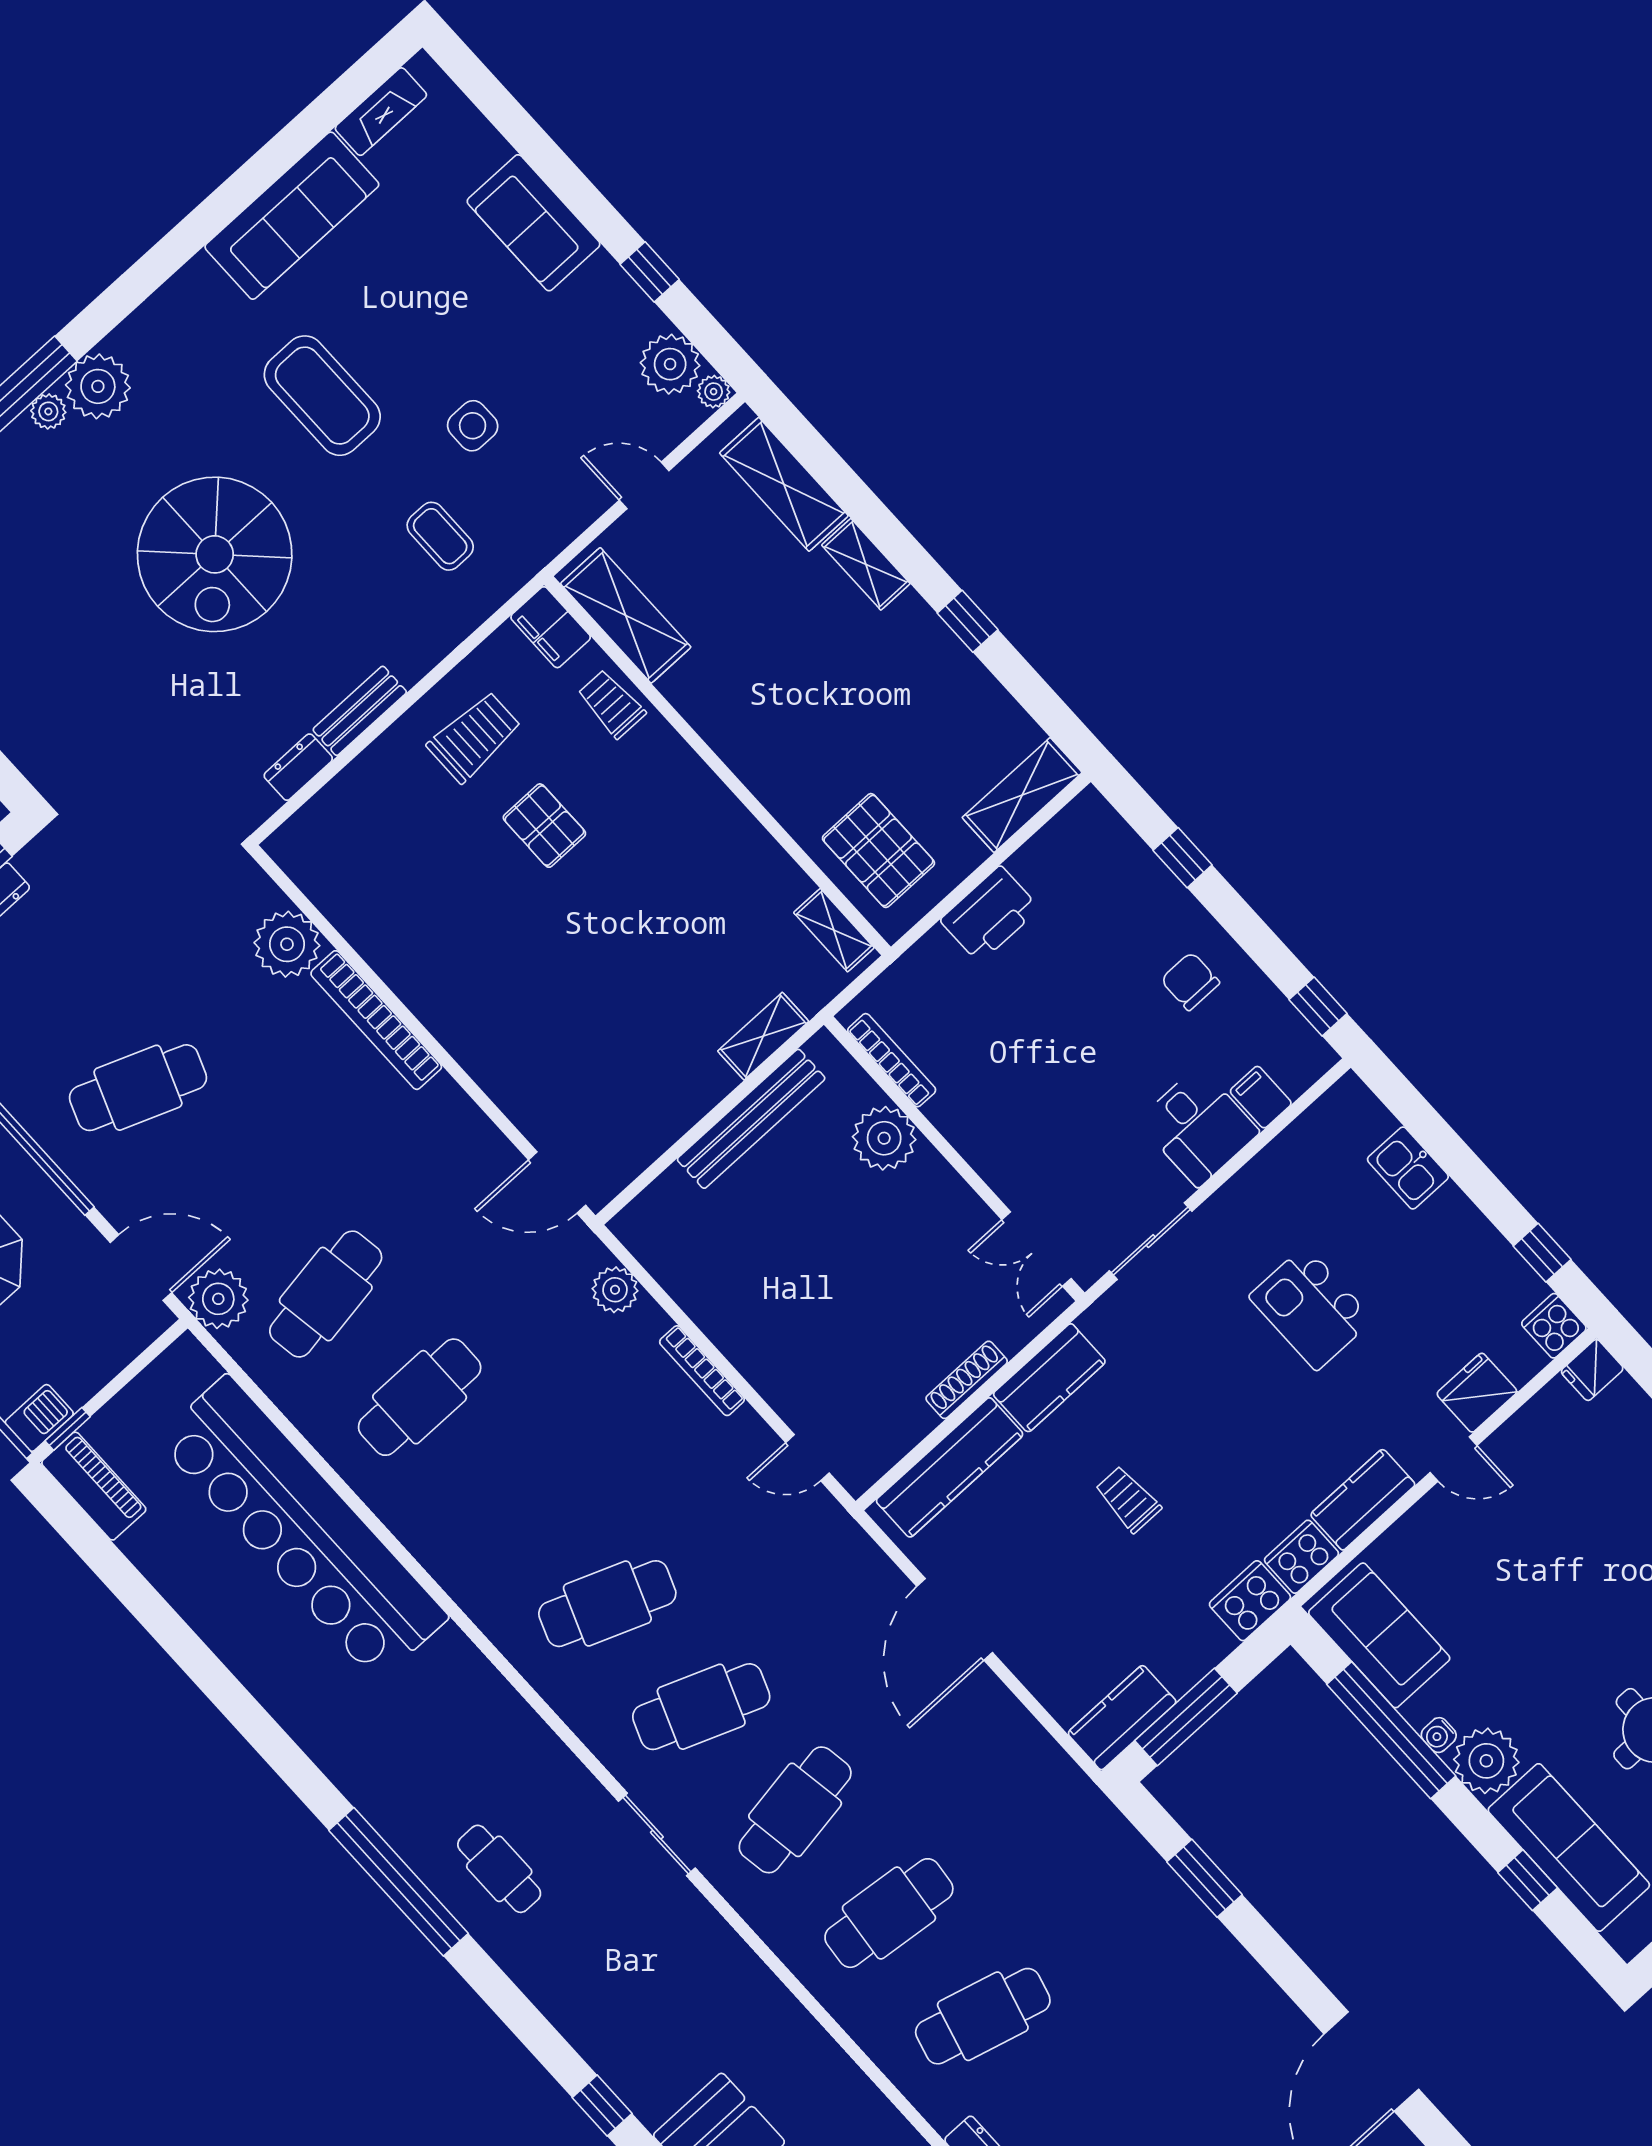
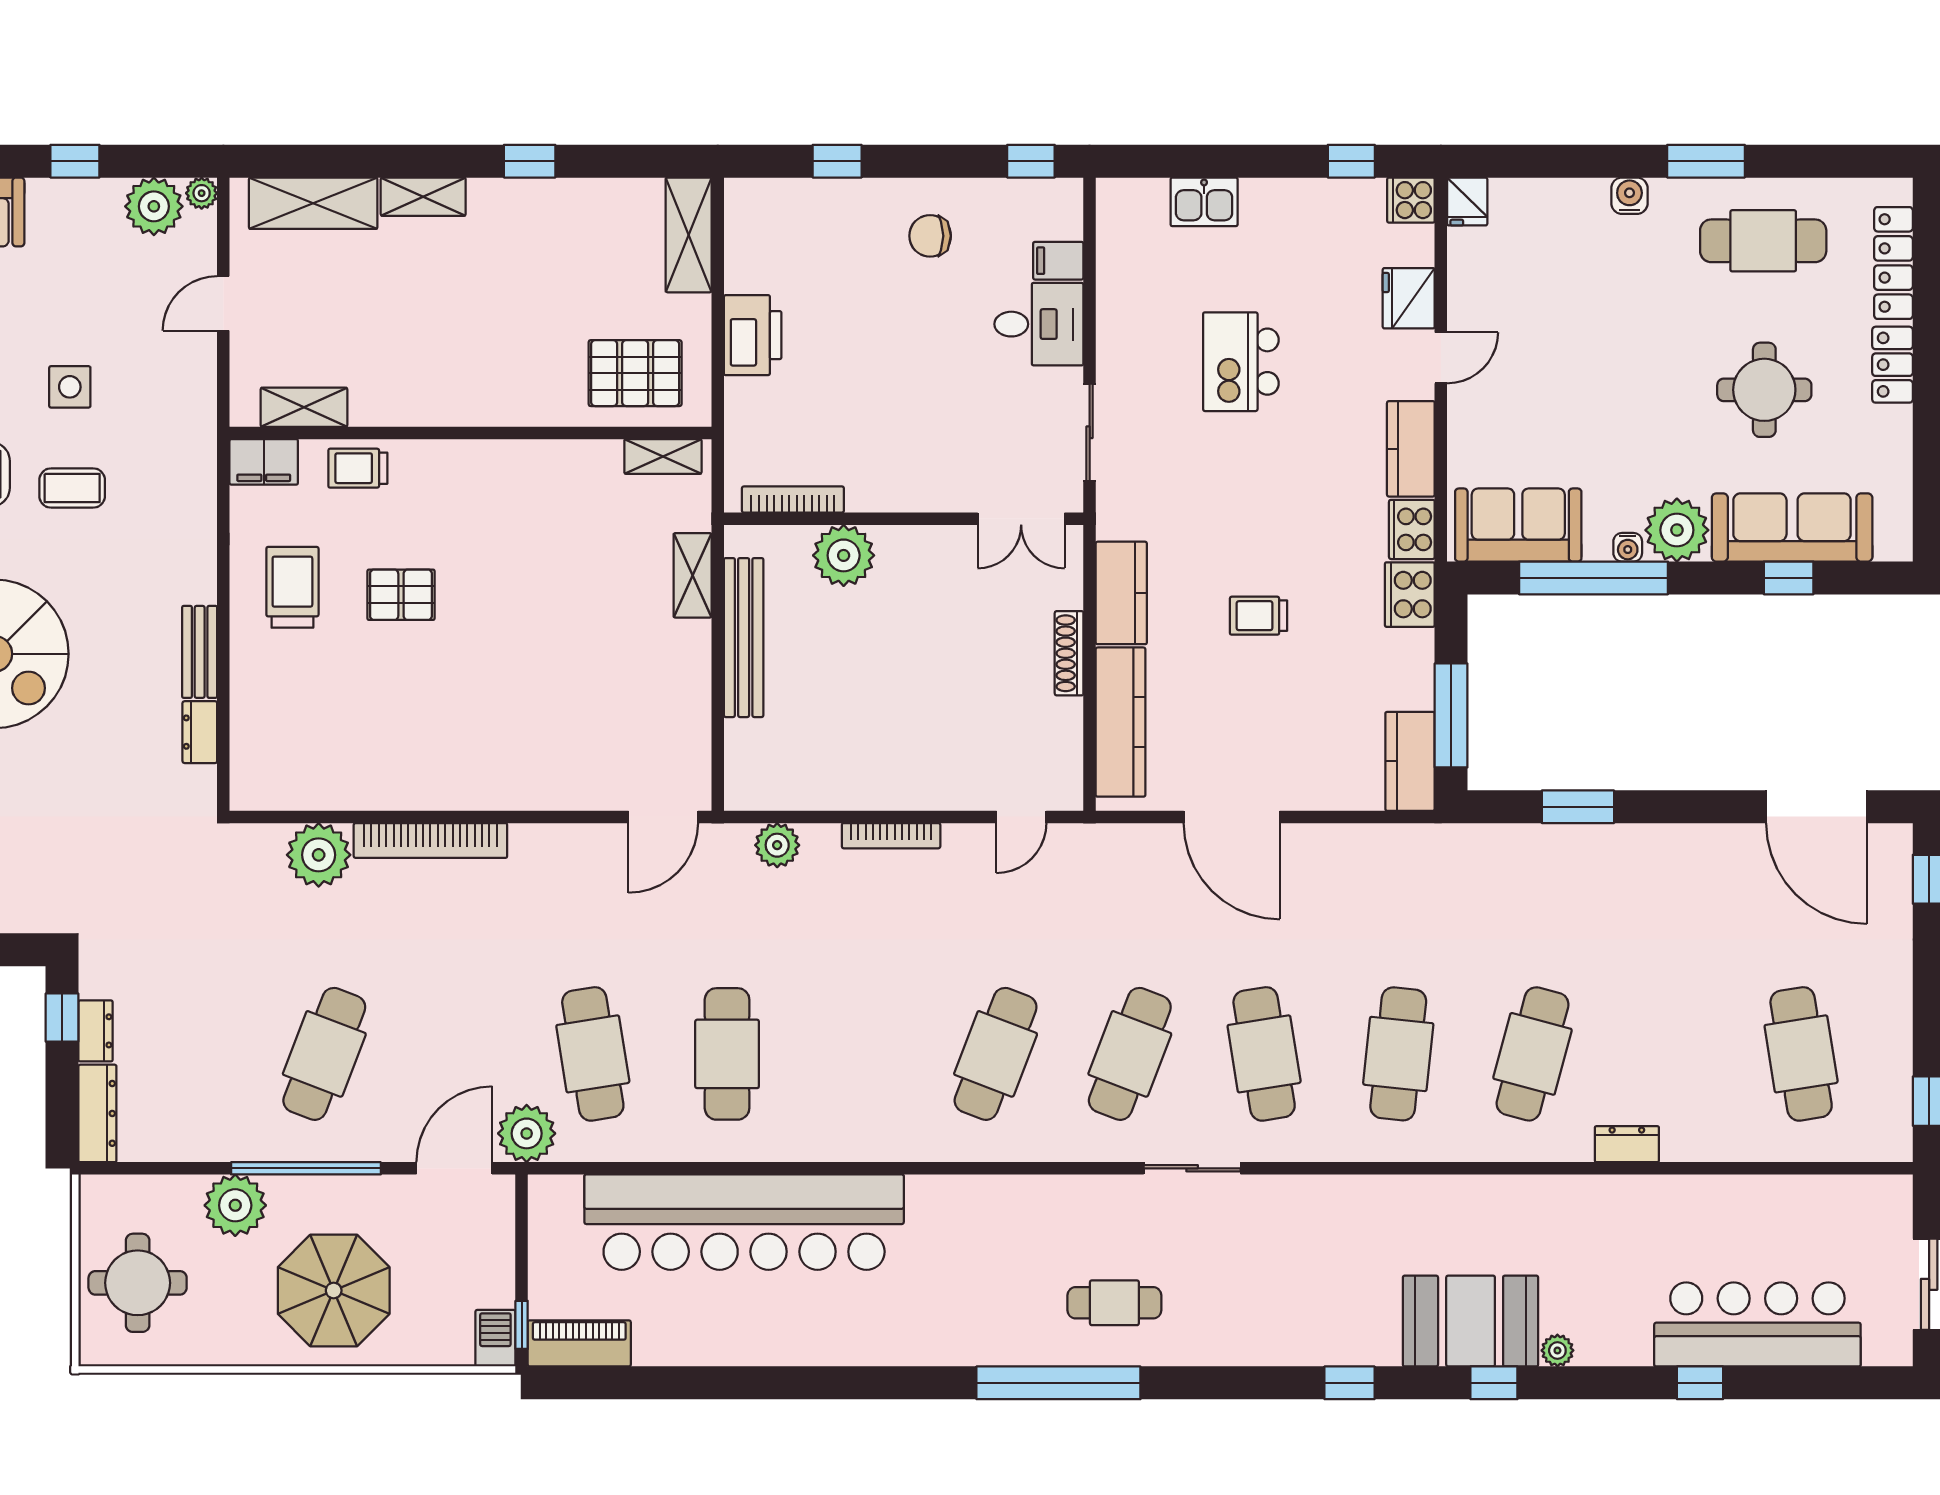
coffee table: (440, 536) -> (72, 488), moved
shelving: (626, 615) -> (304, 407), width x0.67, depth x0.75
kitchen island: (1311, 1308) -> (1241, 362), turned 90

